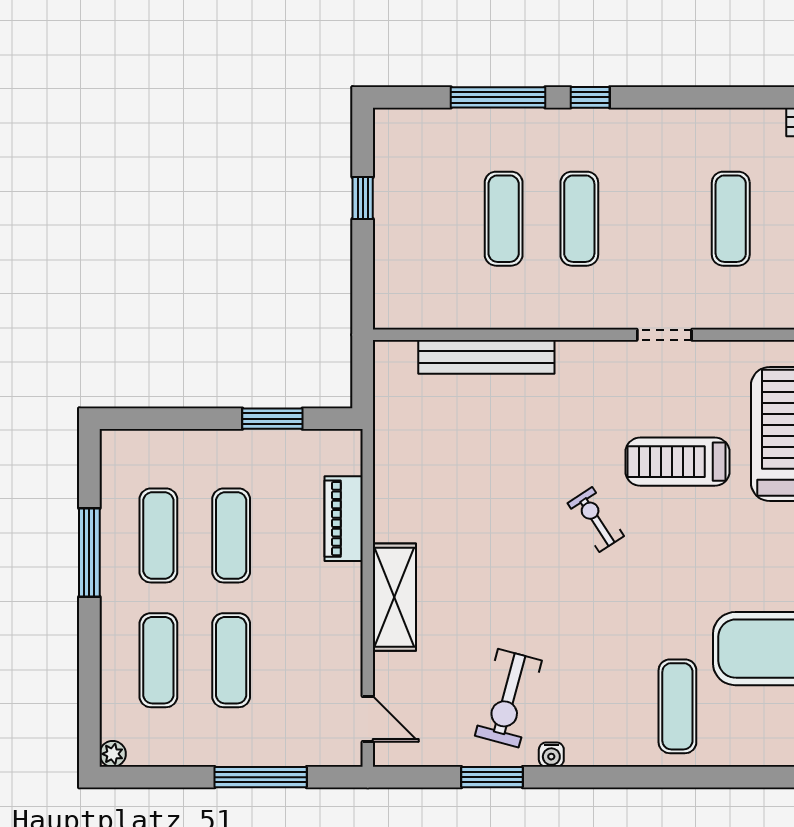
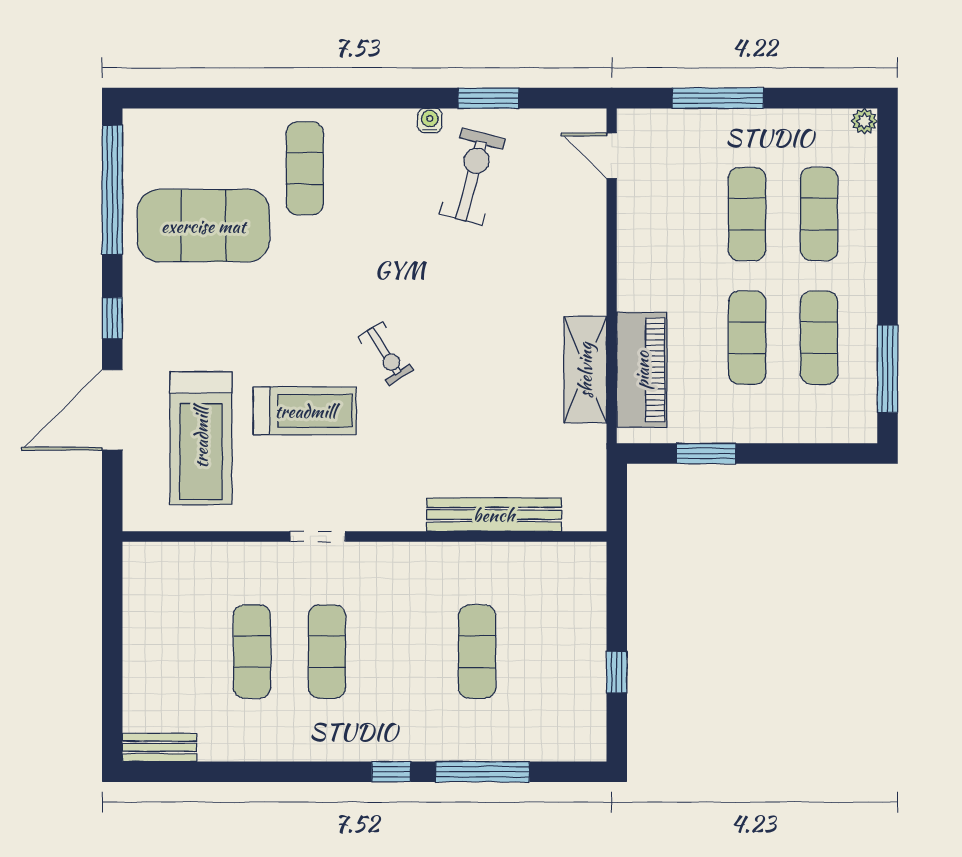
exercise mat: (579, 219) -> (327, 652), moved
piano: (344, 519) -> (642, 370), width x1.37, depth x1.33
window: (89, 553) -> (887, 369), moved
shelving: (394, 597) -> (585, 370), moved

